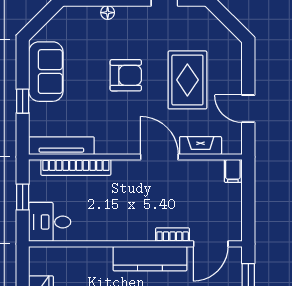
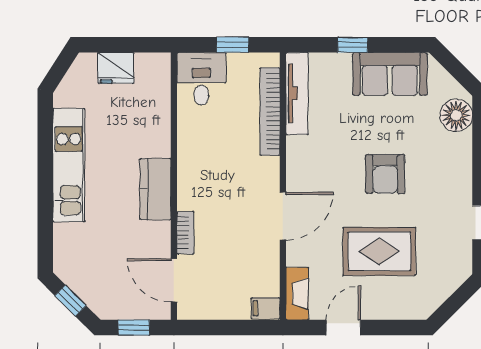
floor lamp: (108, 13) -> (456, 115), moved, width x1.89, depth x1.89
fireplace: (201, 146) -> (297, 294), moved
kitchen counter: (150, 259) -> (155, 189), width x0.67

